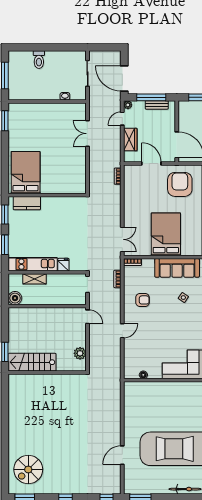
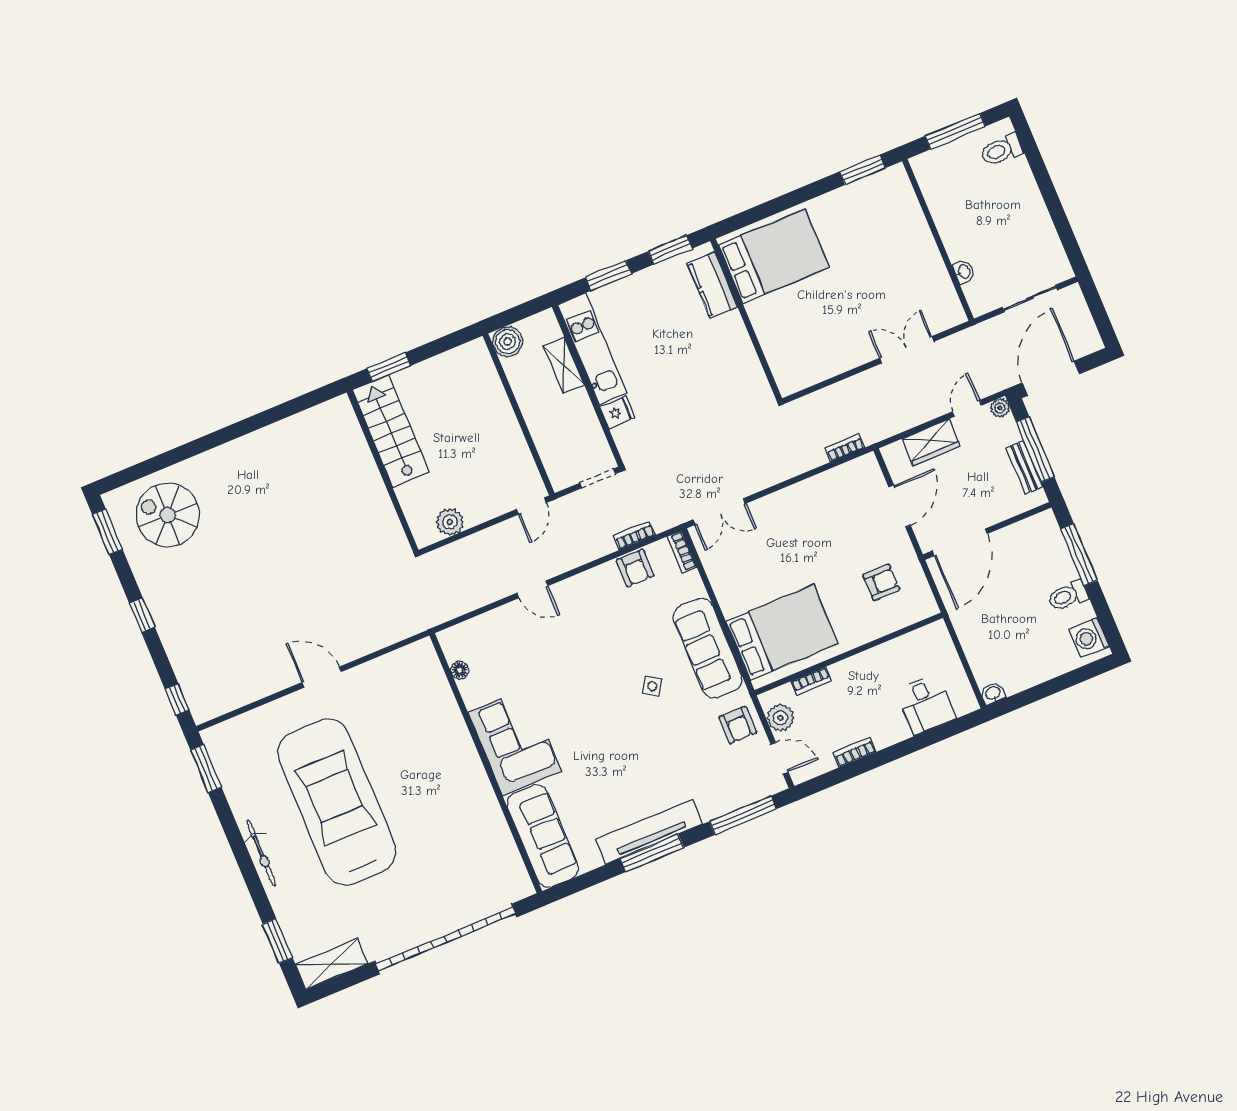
toilet: (39, 60) -> (1001, 150), moved
door: (122, 119) -> (967, 408), hinge flipped
armchair: (180, 184) -> (881, 582), width x0.53, depth x0.53
bed: (166, 234) -> (782, 632), moved
armchair: (143, 300) -> (635, 568), moved
door: (122, 455) -> (322, 677), moved

